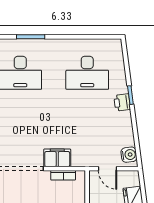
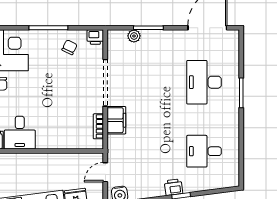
desk: (87, 73) -> (204, 151), width x0.73

